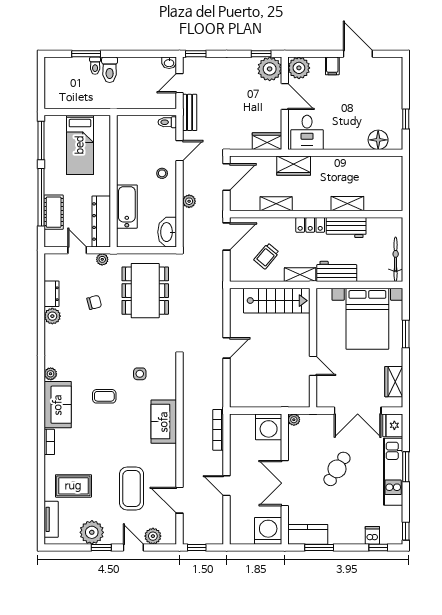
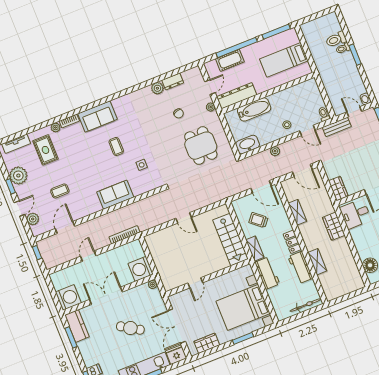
window: (86, 54) -> (355, 55), moved
toilet: (110, 70) -> (336, 39), moved
wardrobe: (294, 166) -> (334, 226), moved
bicycle: (396, 259) -> (306, 305), moved
dining table: (145, 291) -> (201, 146), width x0.73
plant: (51, 374) -> (56, 127), moved
coffee table: (132, 488) -> (60, 191), width x0.54, depth x0.58

